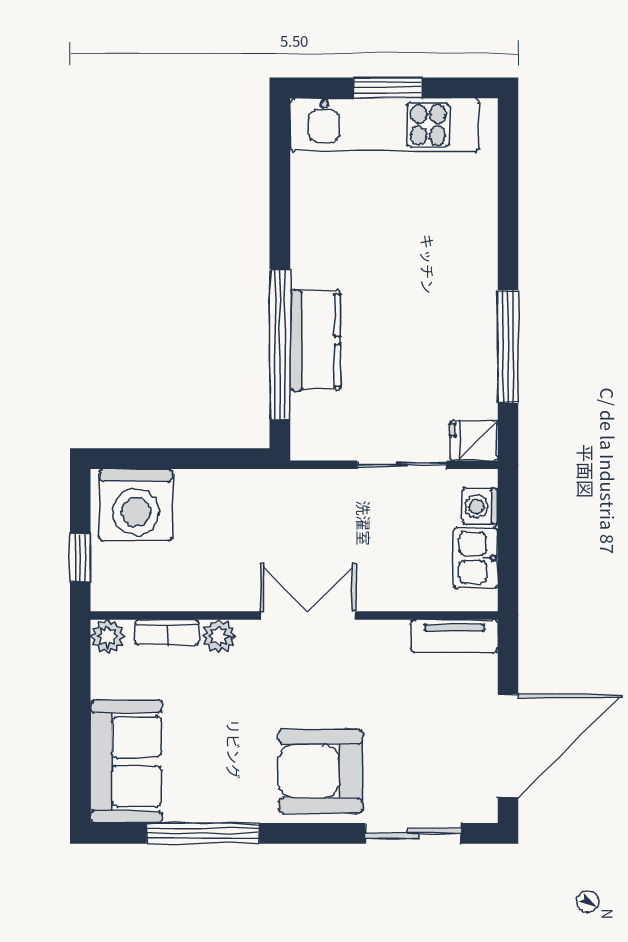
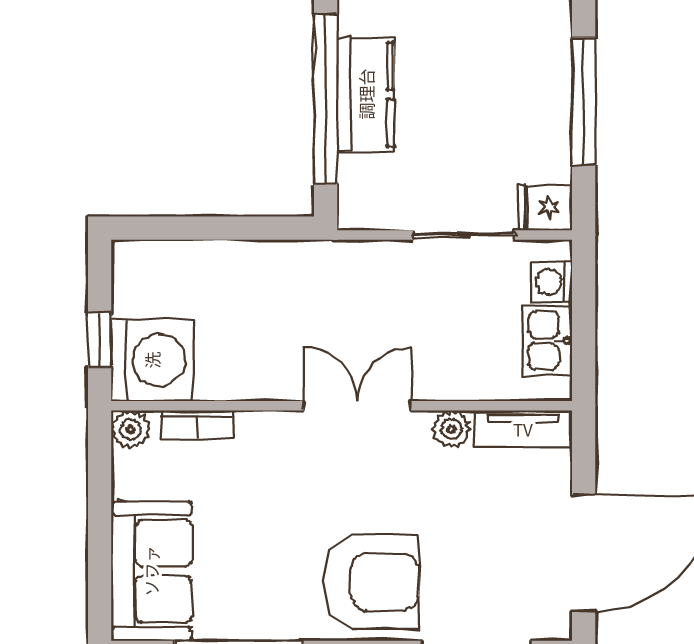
washing machine: (136, 505) -> (152, 360), moved, turned -90
plant: (219, 636) -> (451, 429), moved
armchair: (320, 771) -> (371, 582), turned 180

